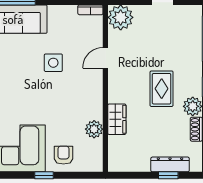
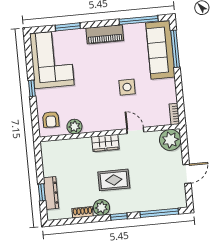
wardrobe: (117, 119) -> (105, 143), moved
armchair: (63, 155) -> (51, 119), moved, turned 90

